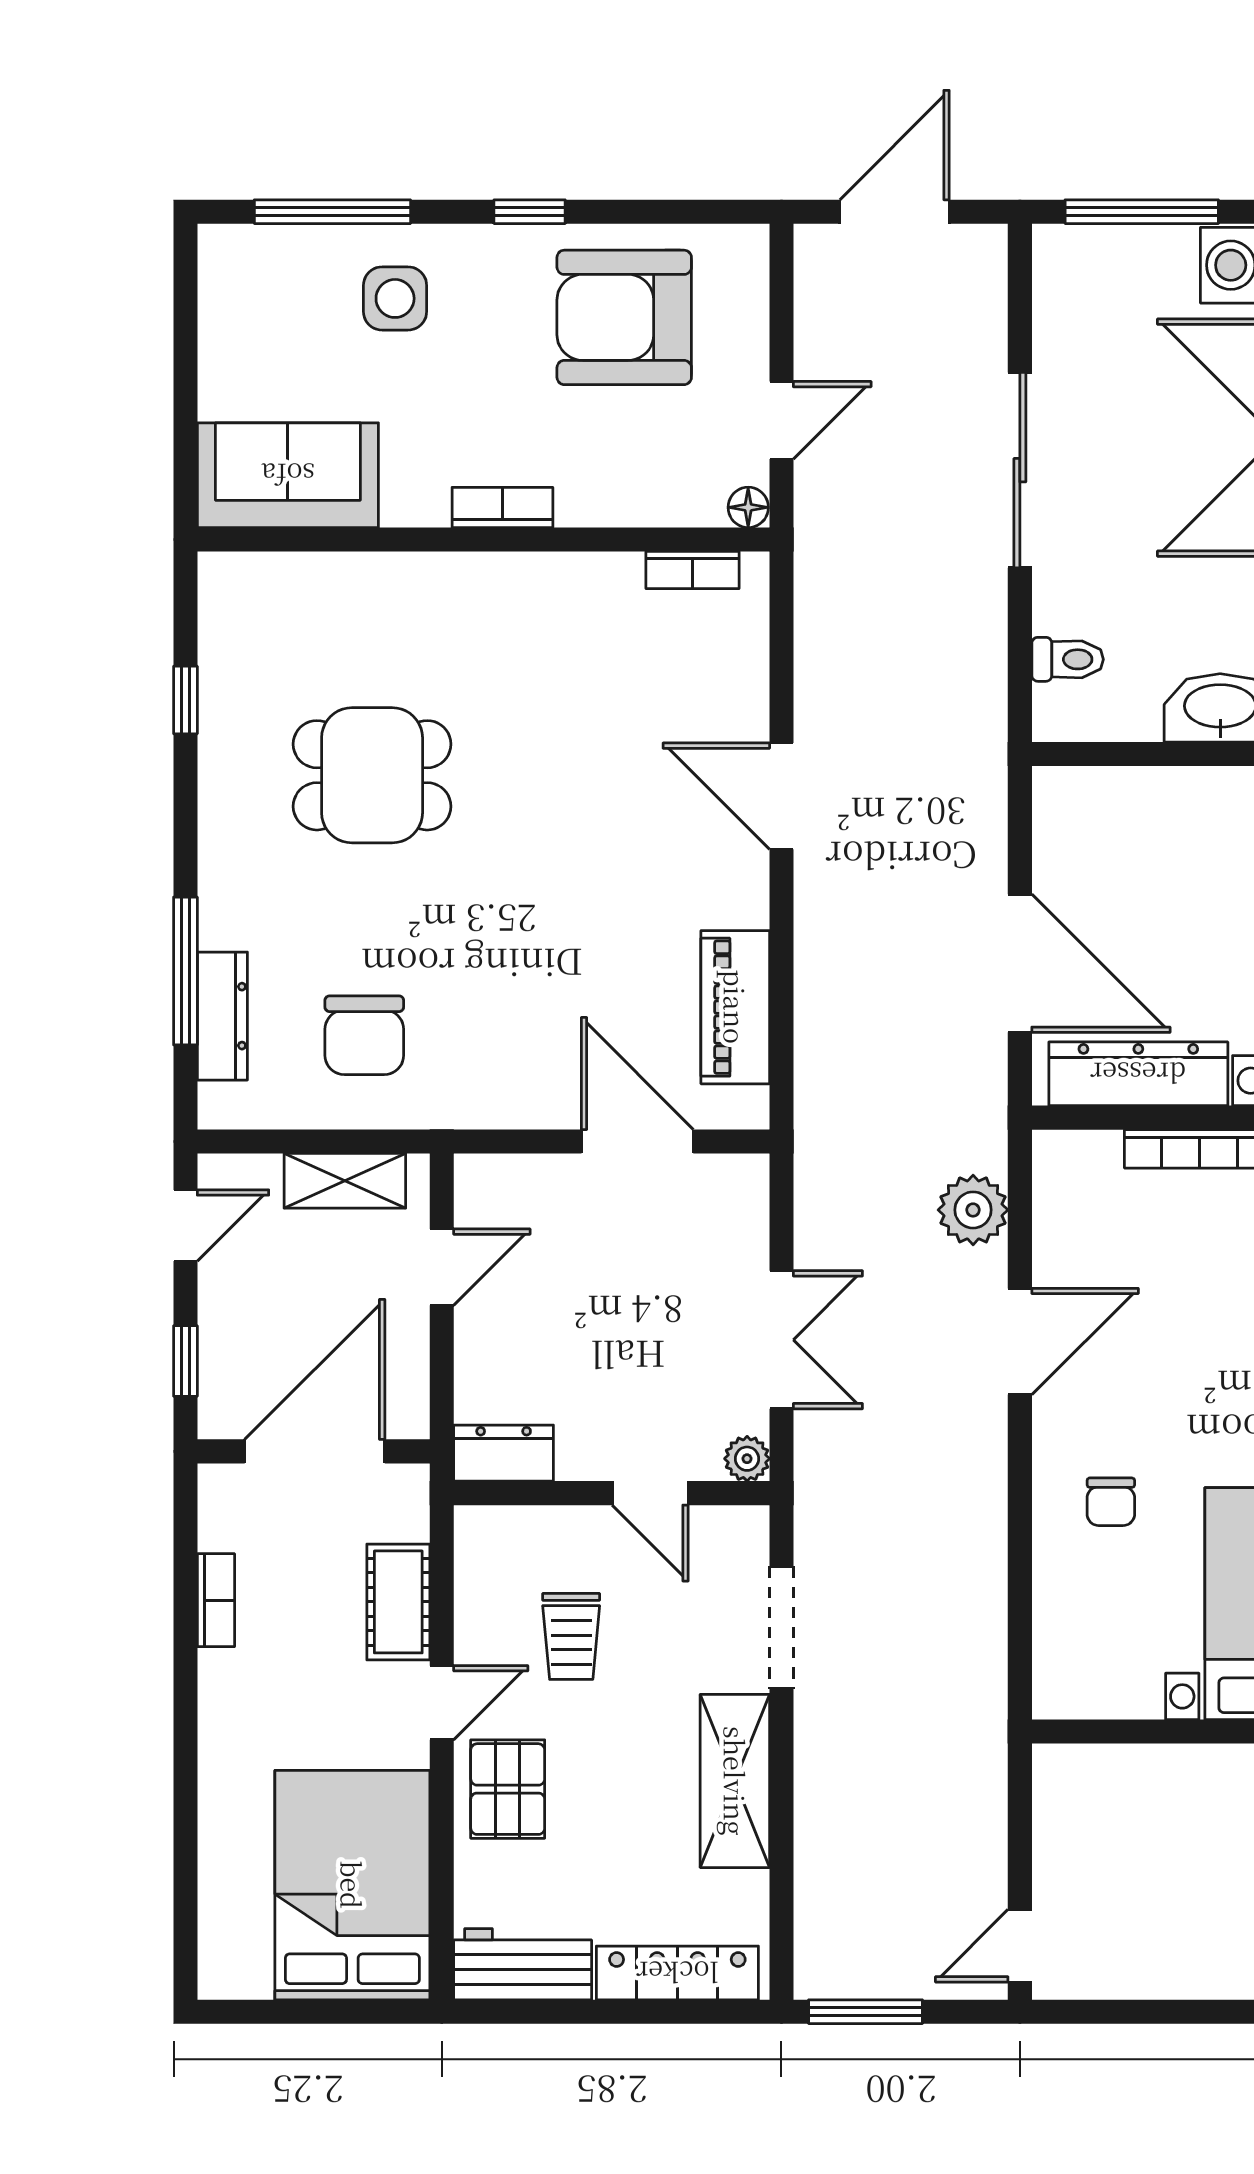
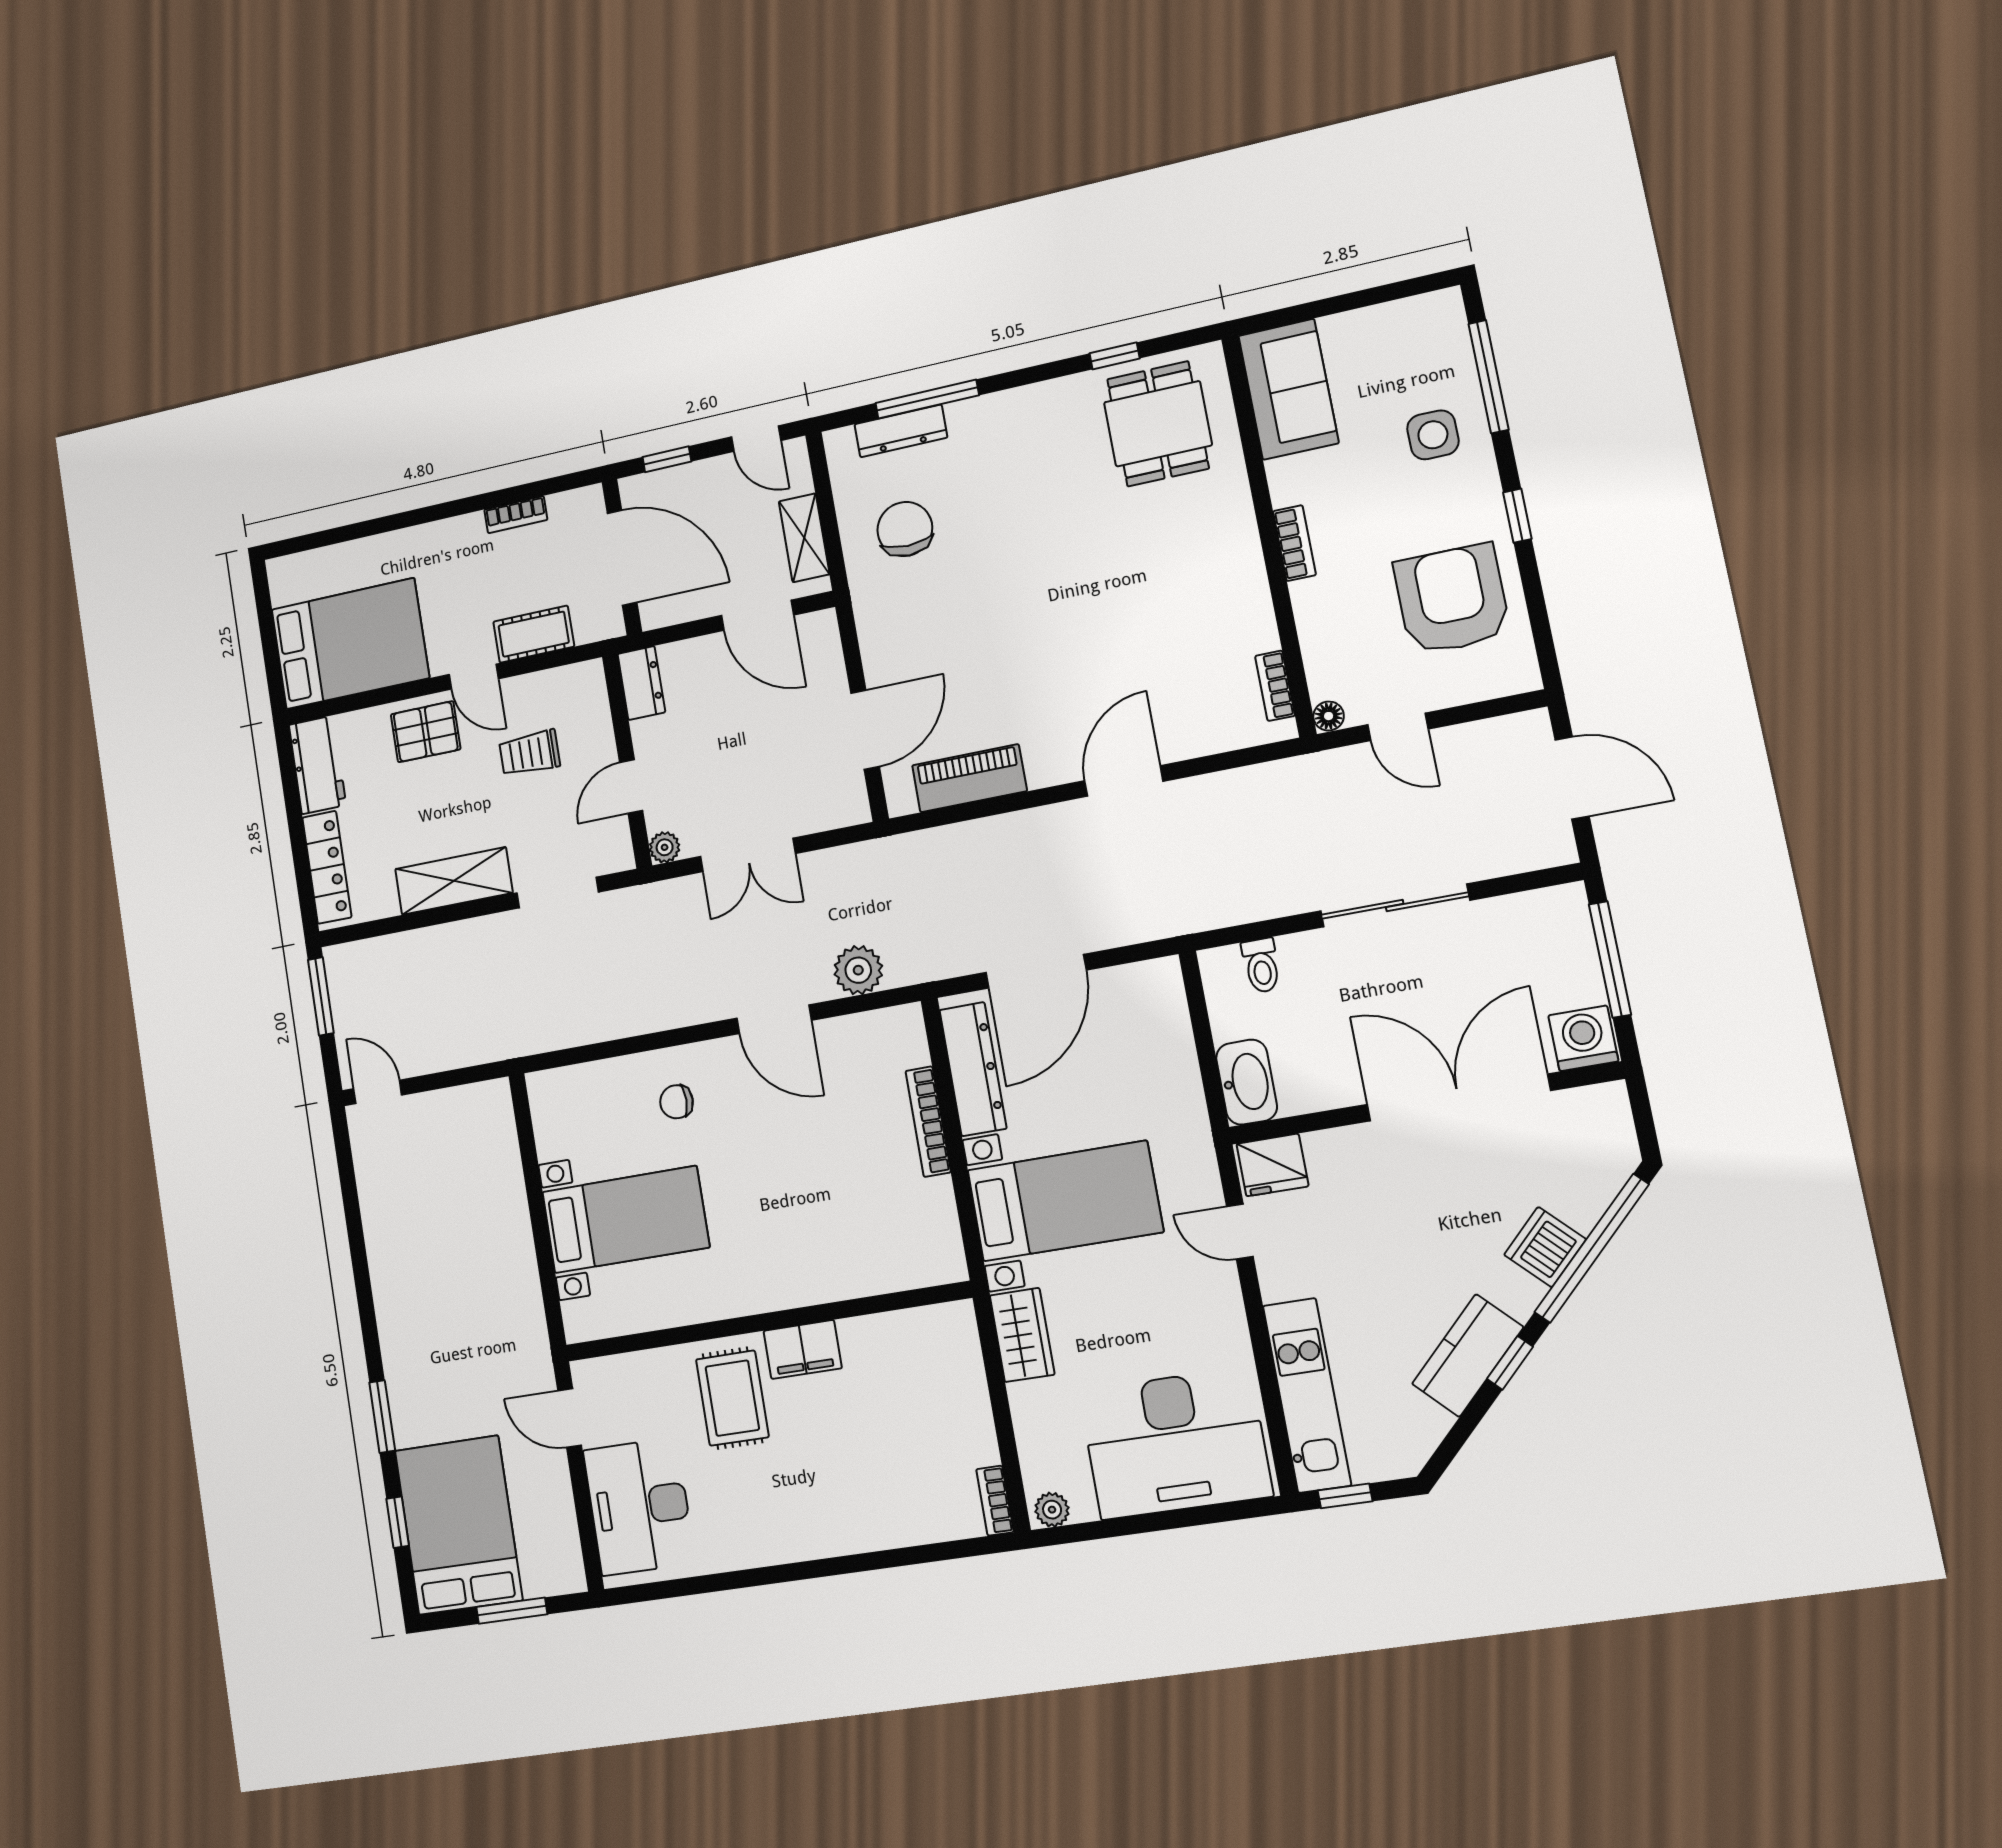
dining table: (372, 775) -> (1158, 424), moved
chair: (364, 1035) -> (905, 529), turned 90
door: (442, 1267) -> (757, 615), width x1.38

